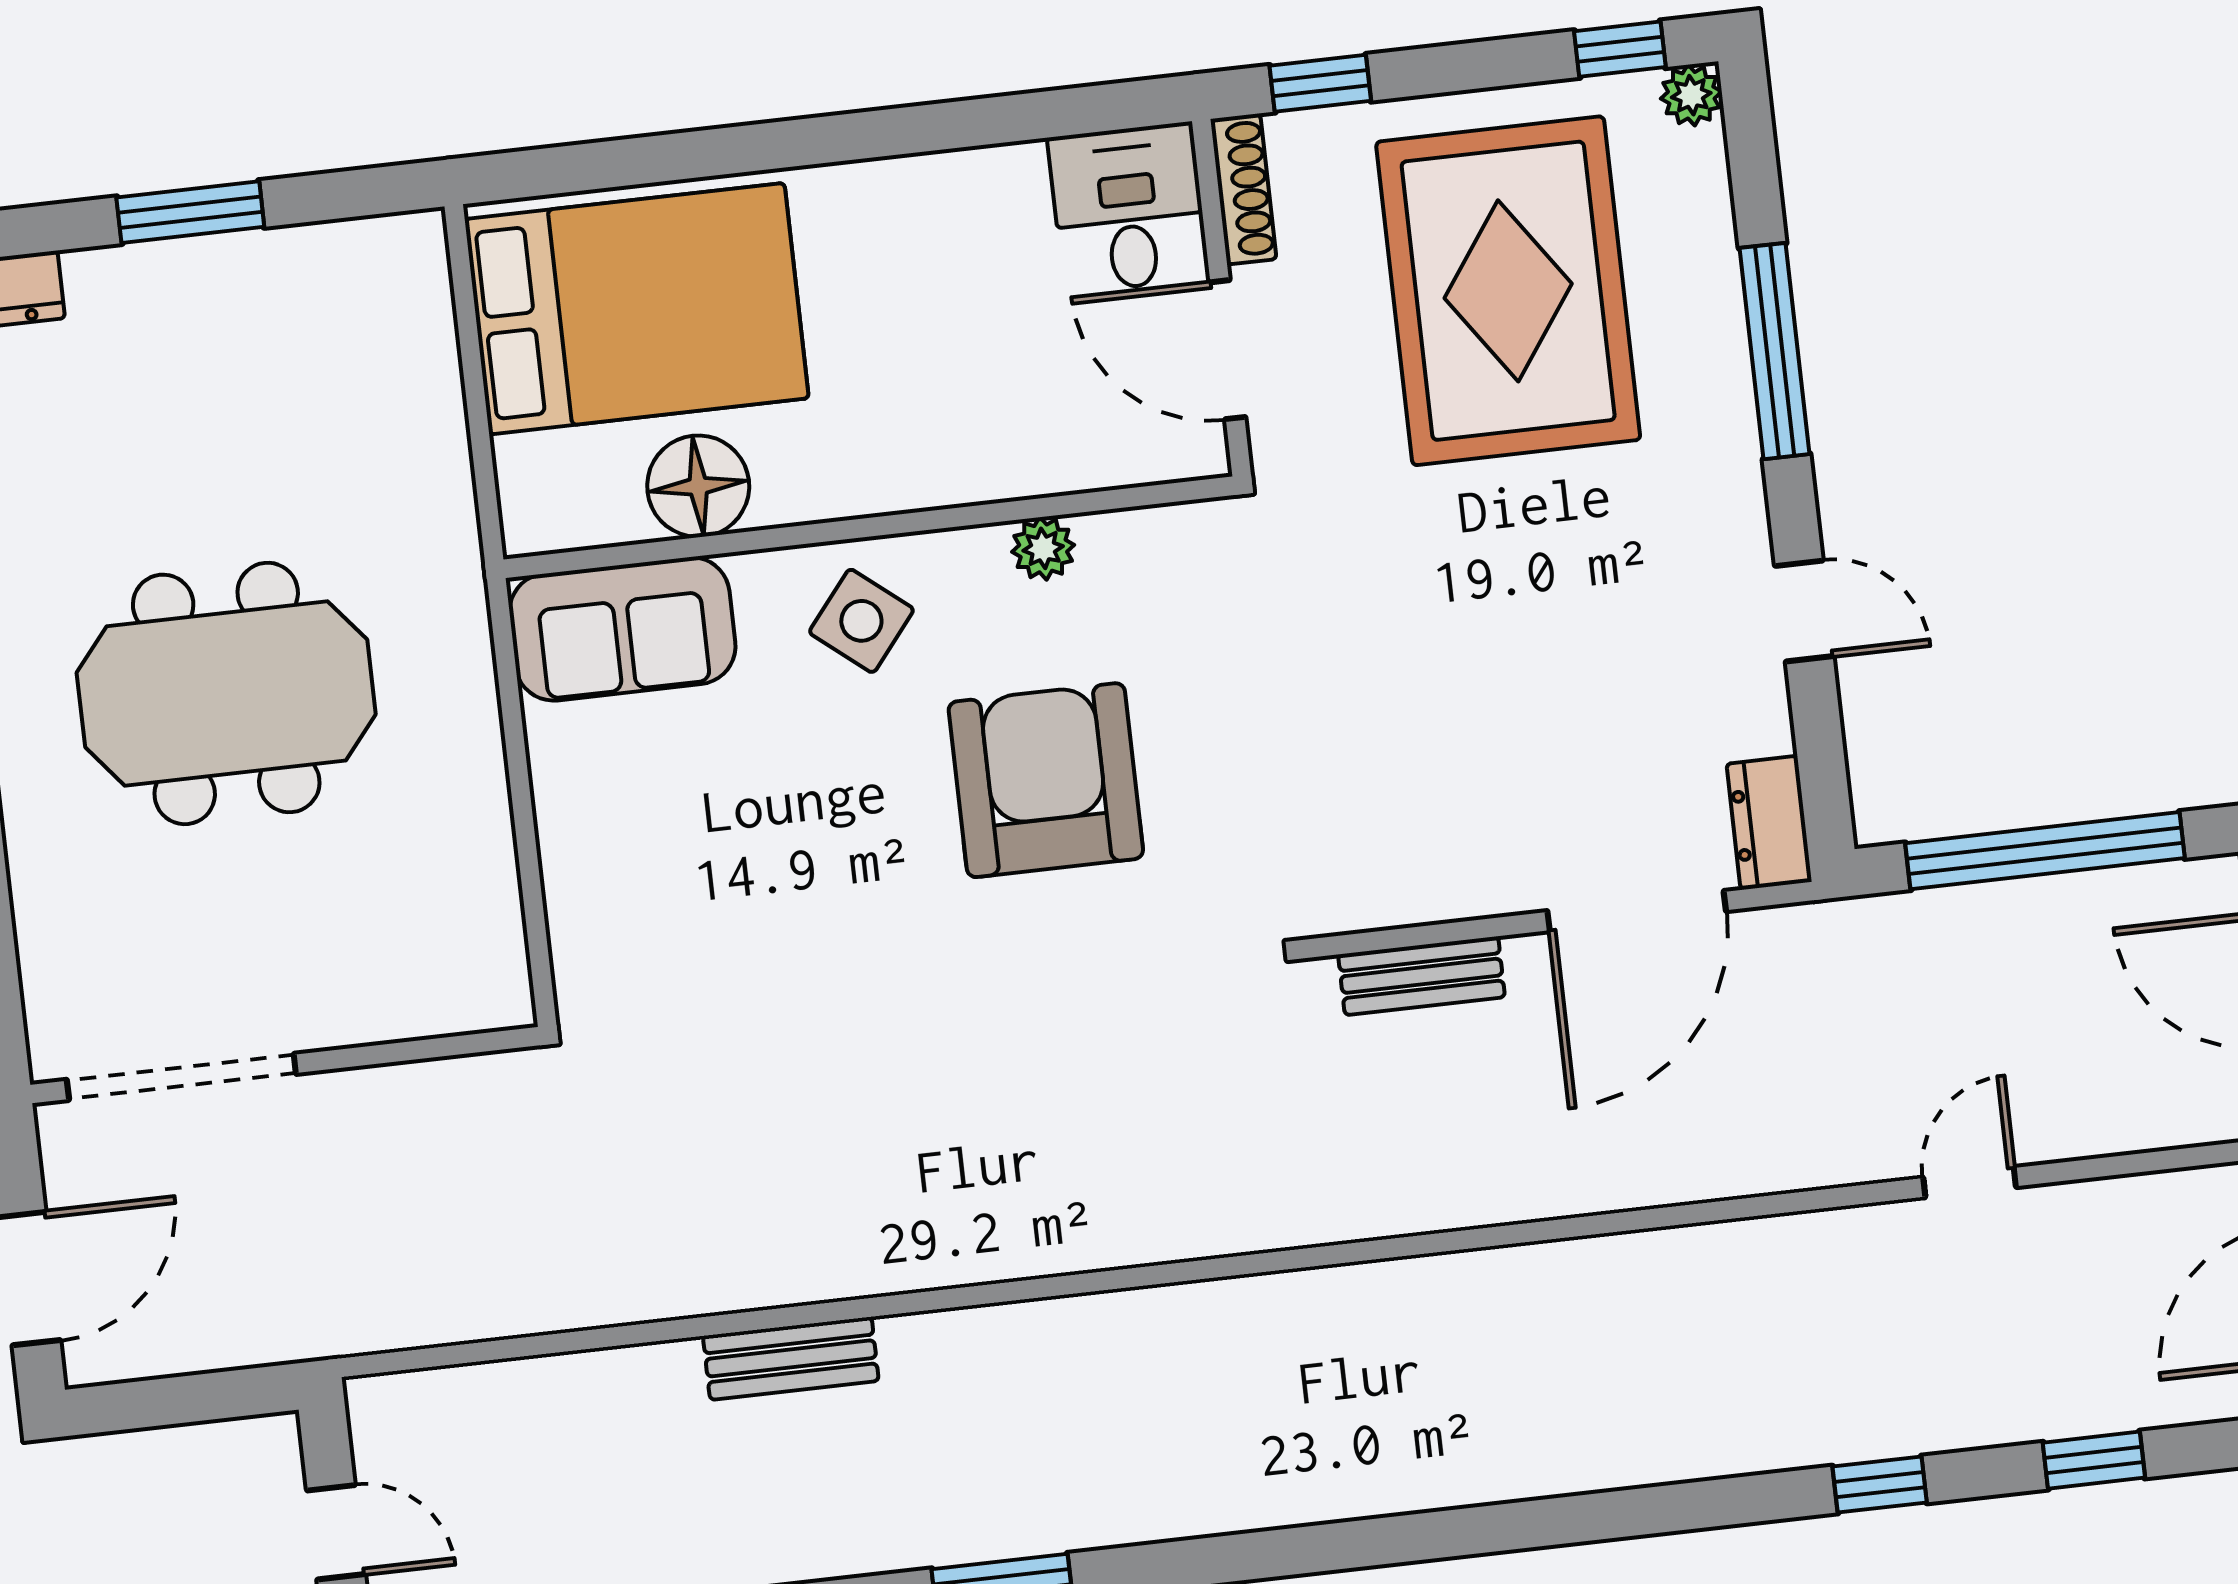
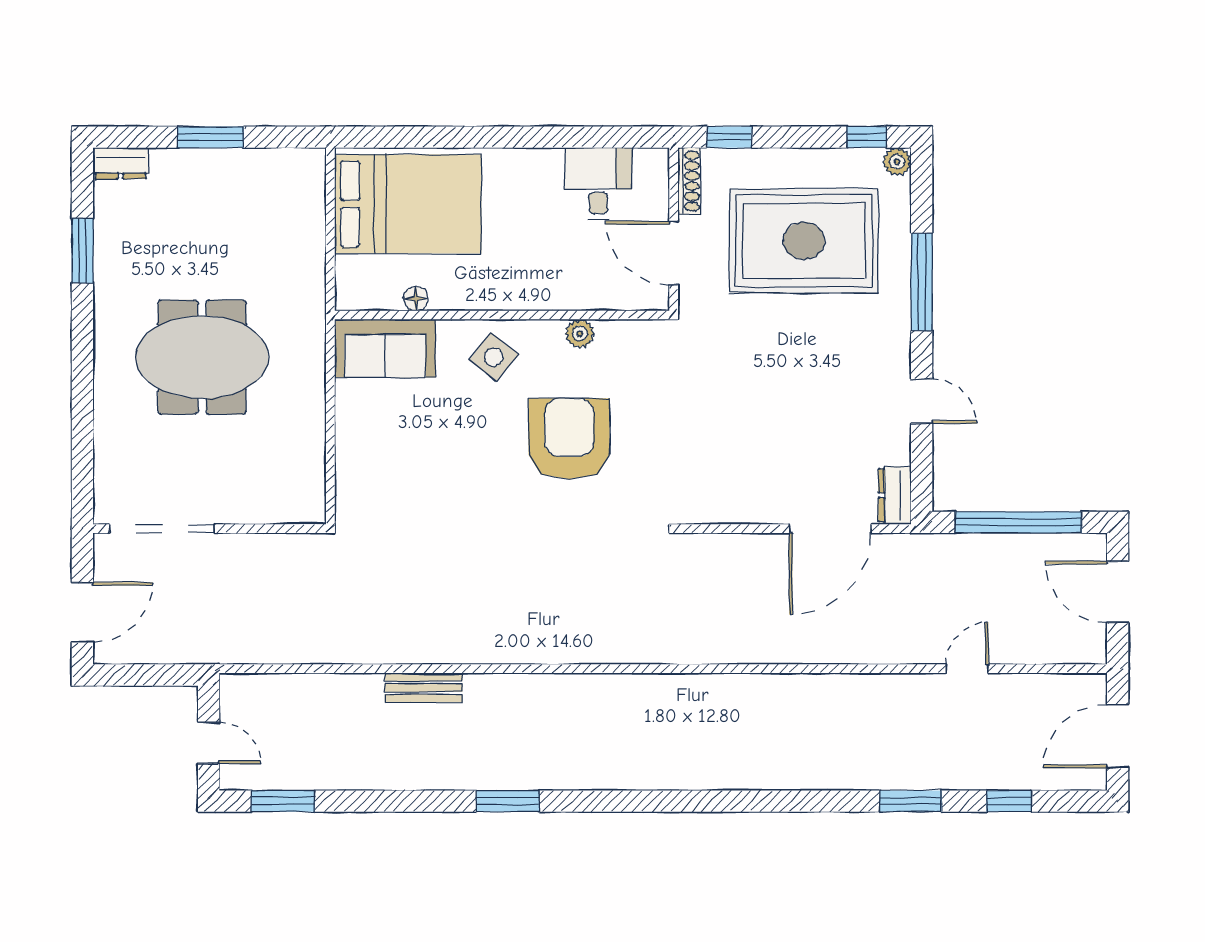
desk: (1128, 208) -> (598, 184), moved
rug: (1508, 291) -> (804, 241), turned 90
floor lamp: (698, 486) -> (416, 298), width x0.53, depth x0.53
bench: (1422, 976) -> (729, 547), removed
window: (1880, 1485) -> (911, 801), width x1.50

